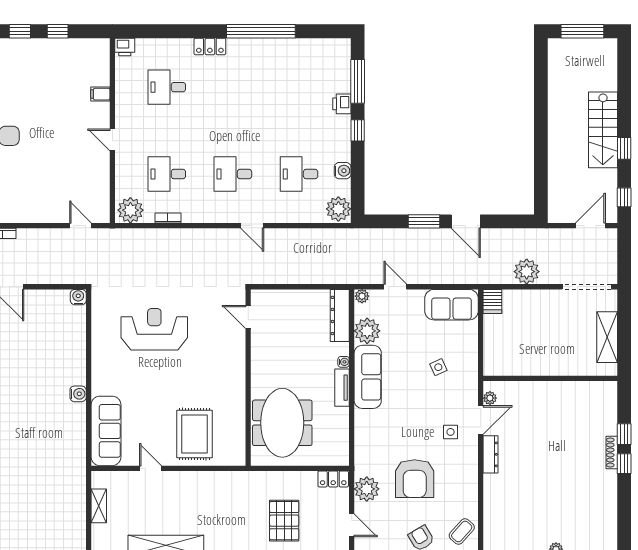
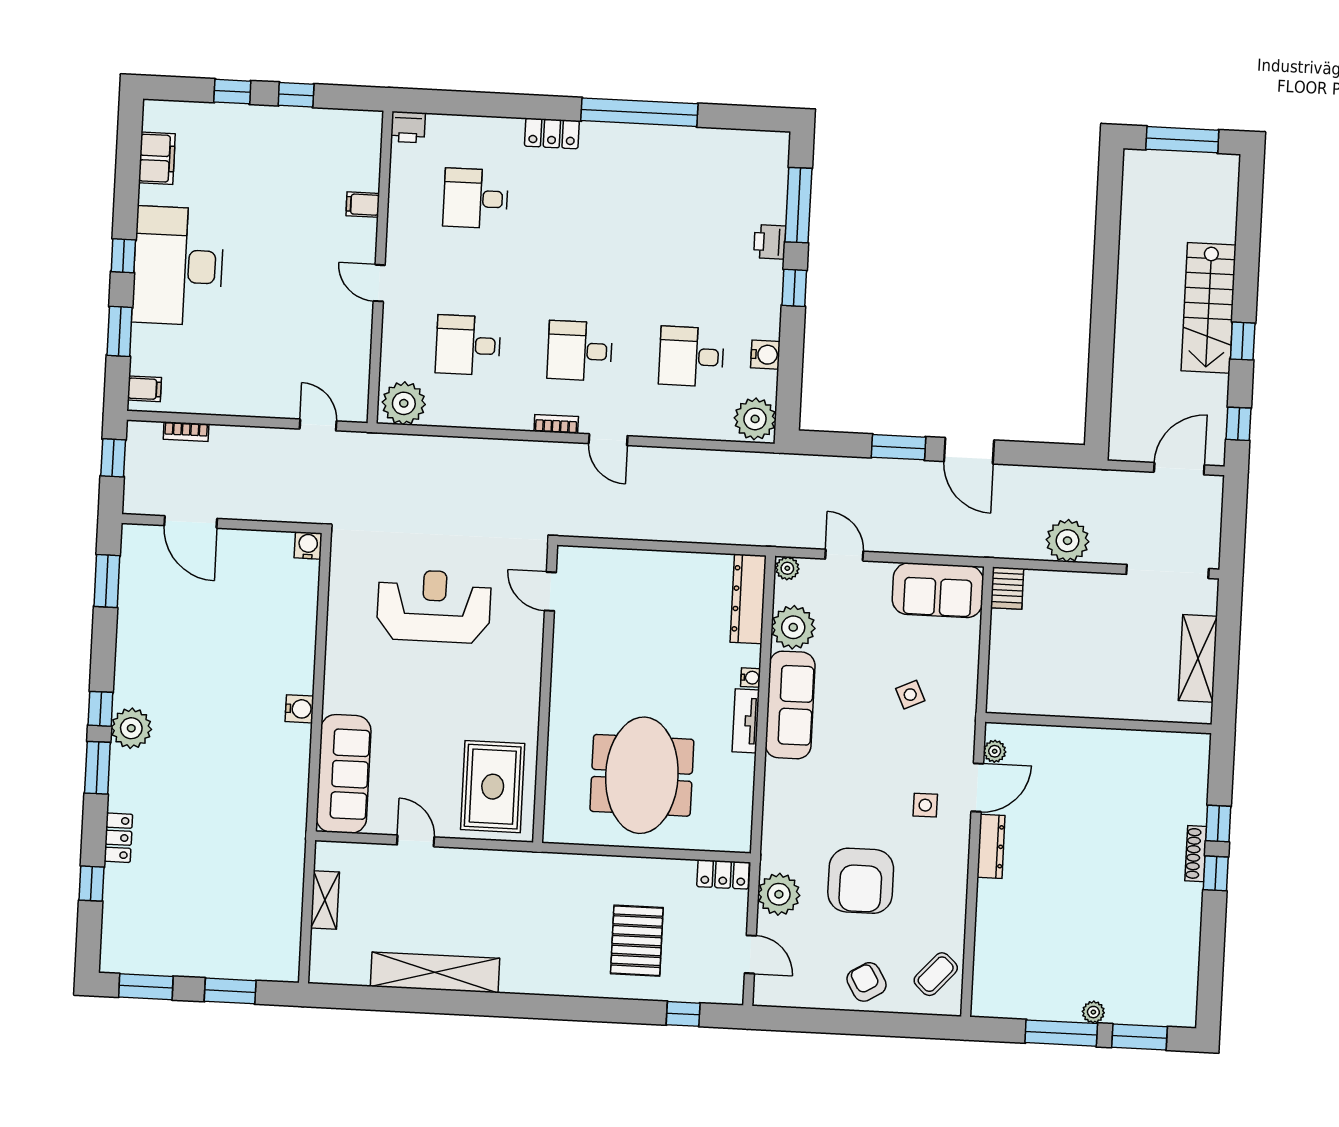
bookcase: (168, 218) -> (556, 424), moved
door: (248, 317) -> (550, 591), moved
wall: (248, 378) -> (545, 694), moved

